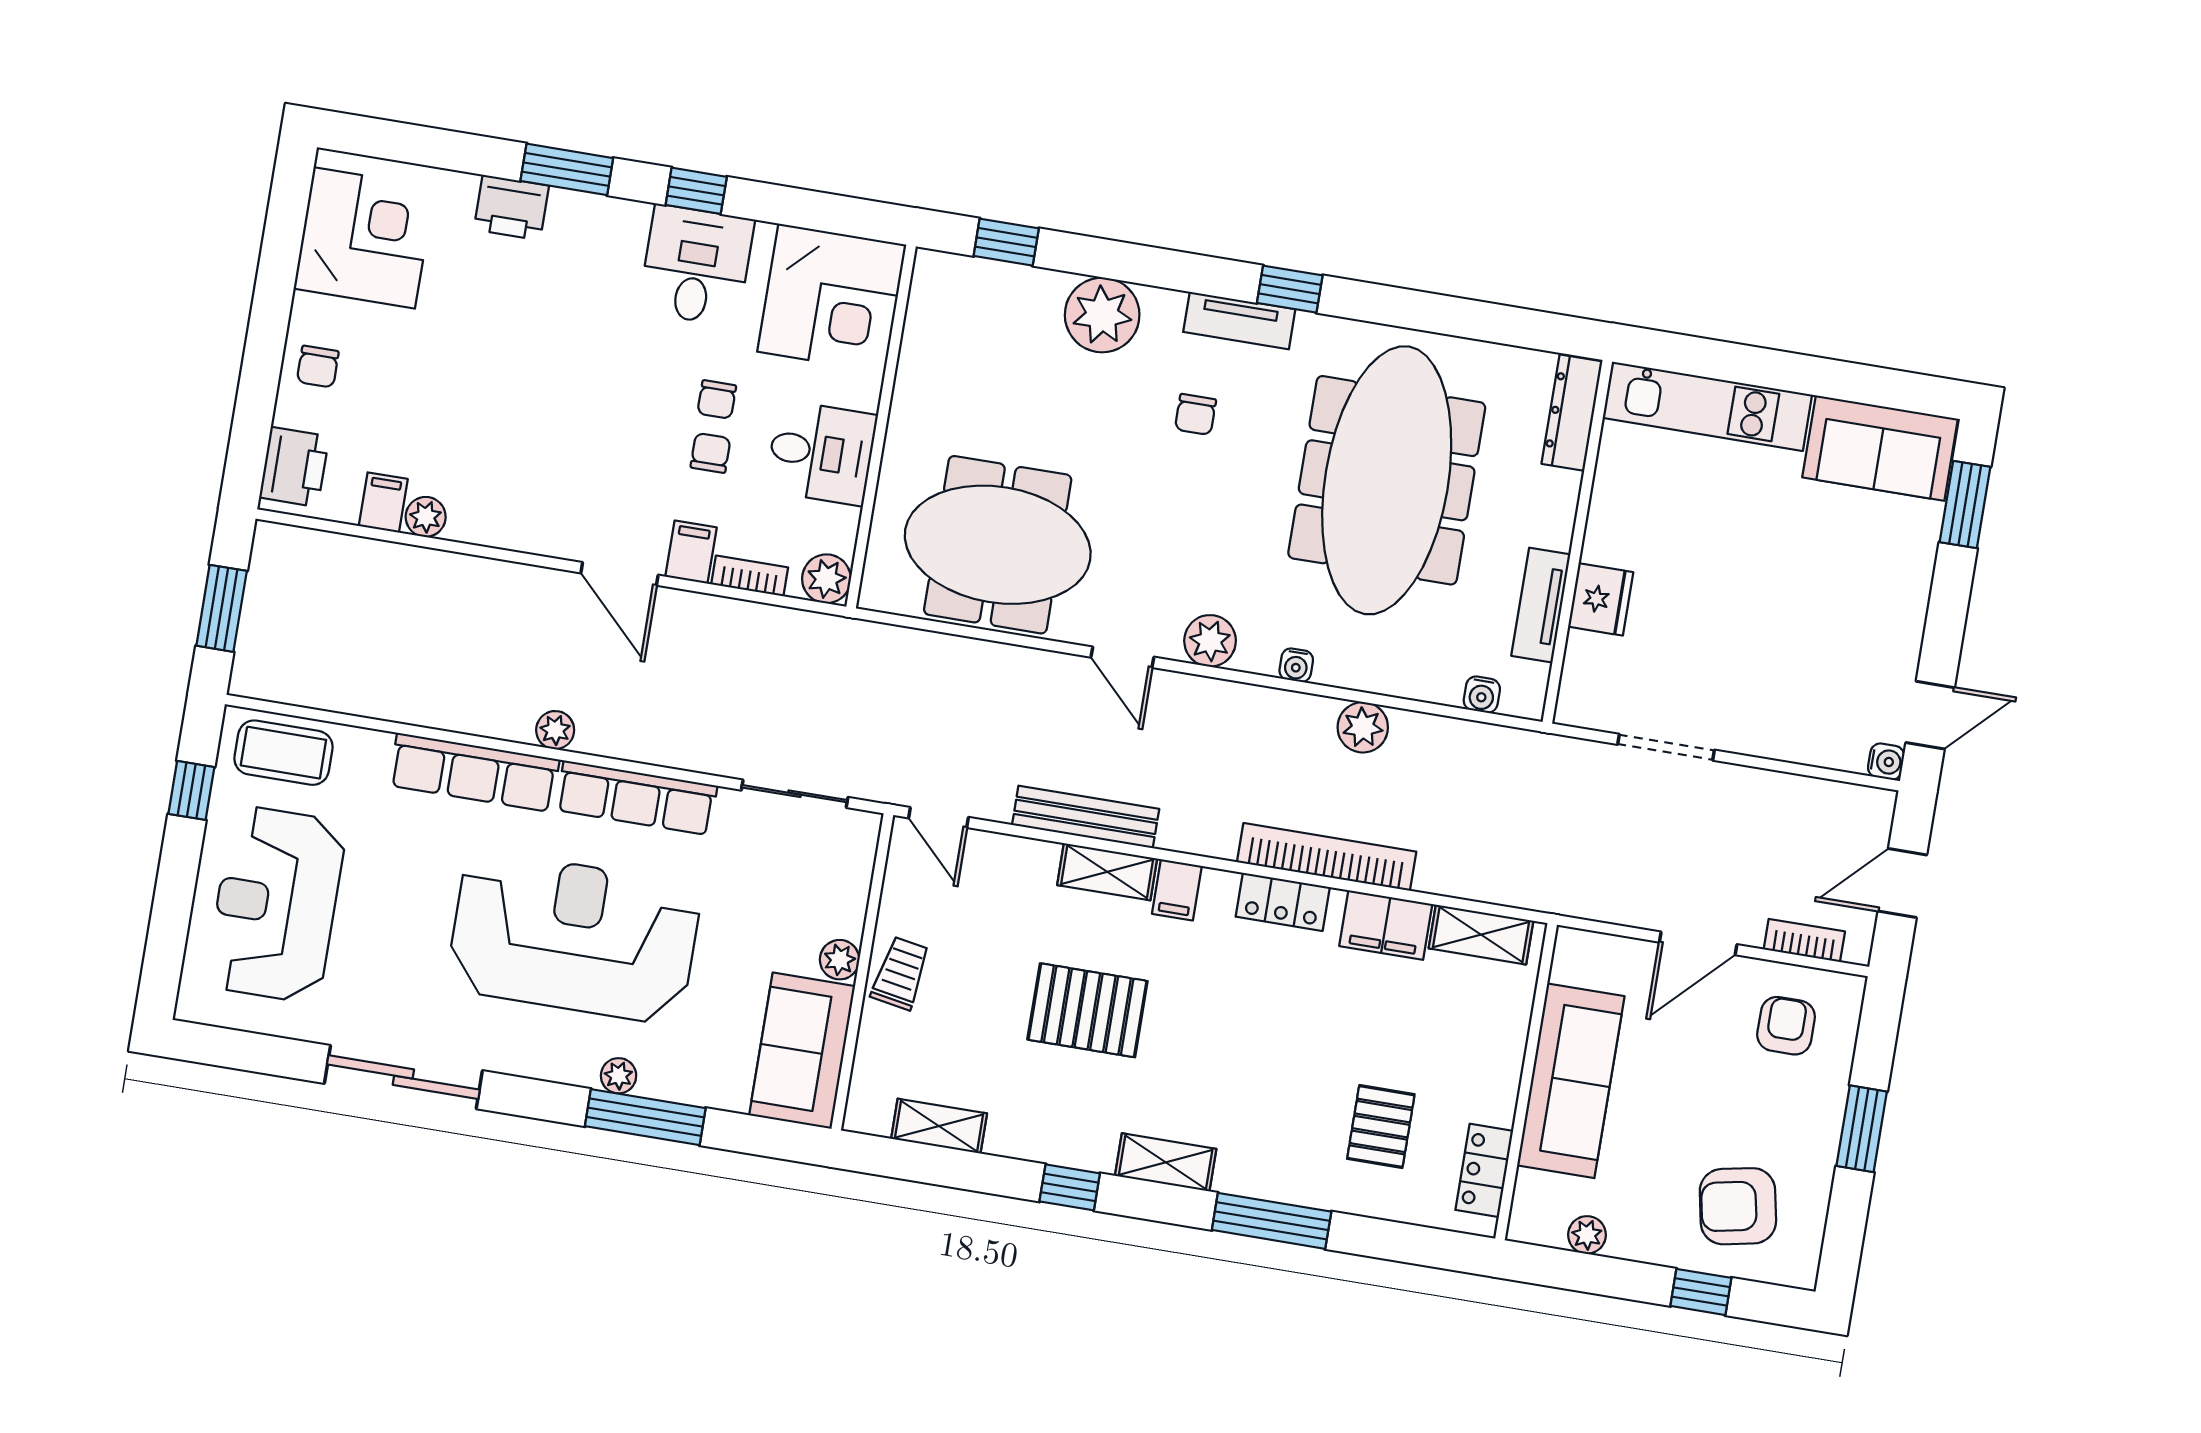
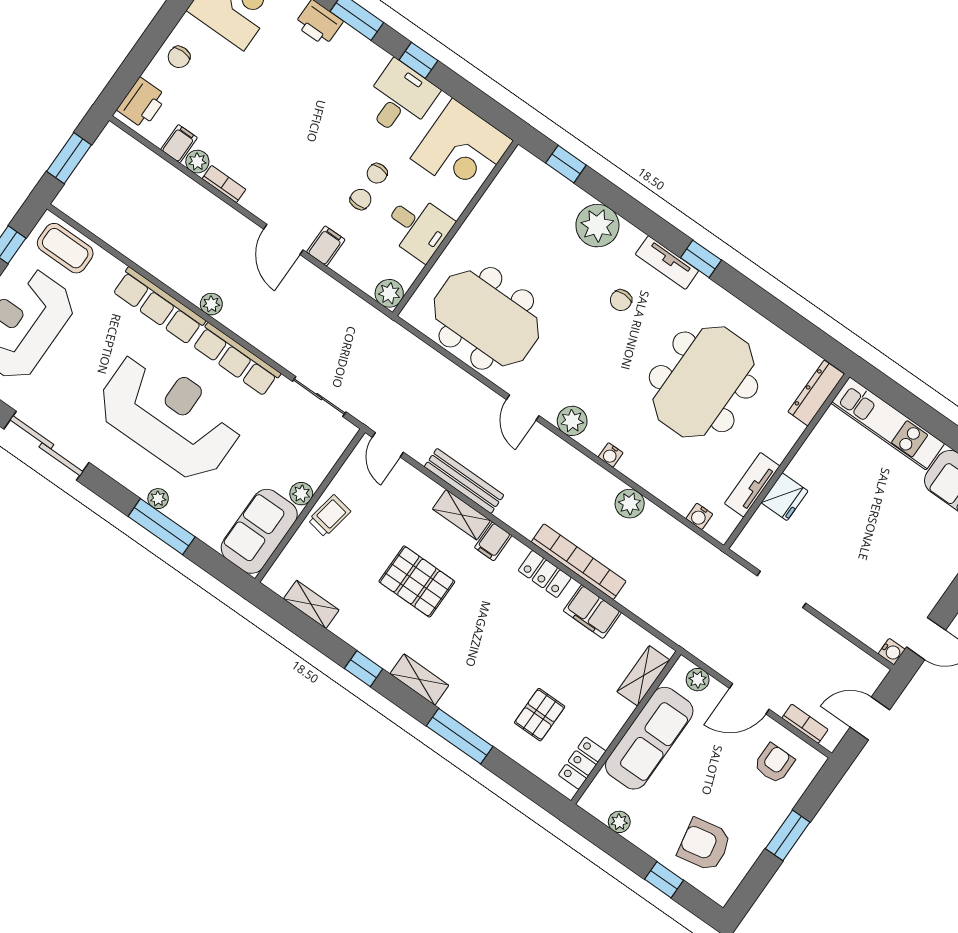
meeting table: (1387, 480) -> (703, 382), width x0.73
bookcase: (750, 576) -> (224, 184), moved
shelving: (1481, 935) -> (643, 676), moved, turned 90
plant: (1603, 952) -> (698, 680), added

